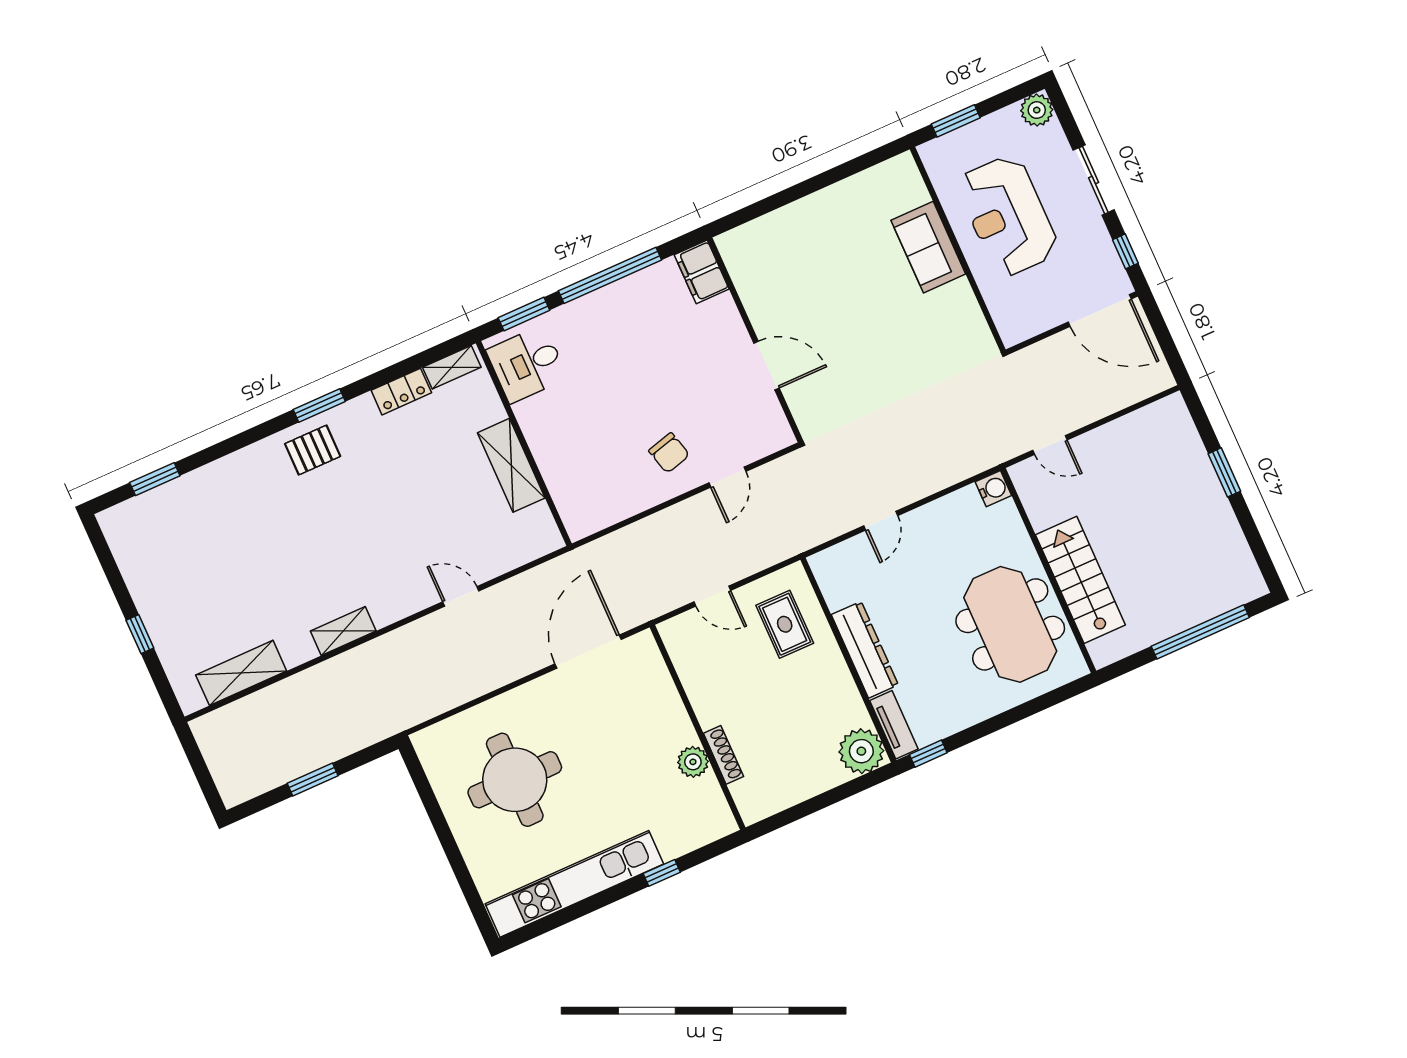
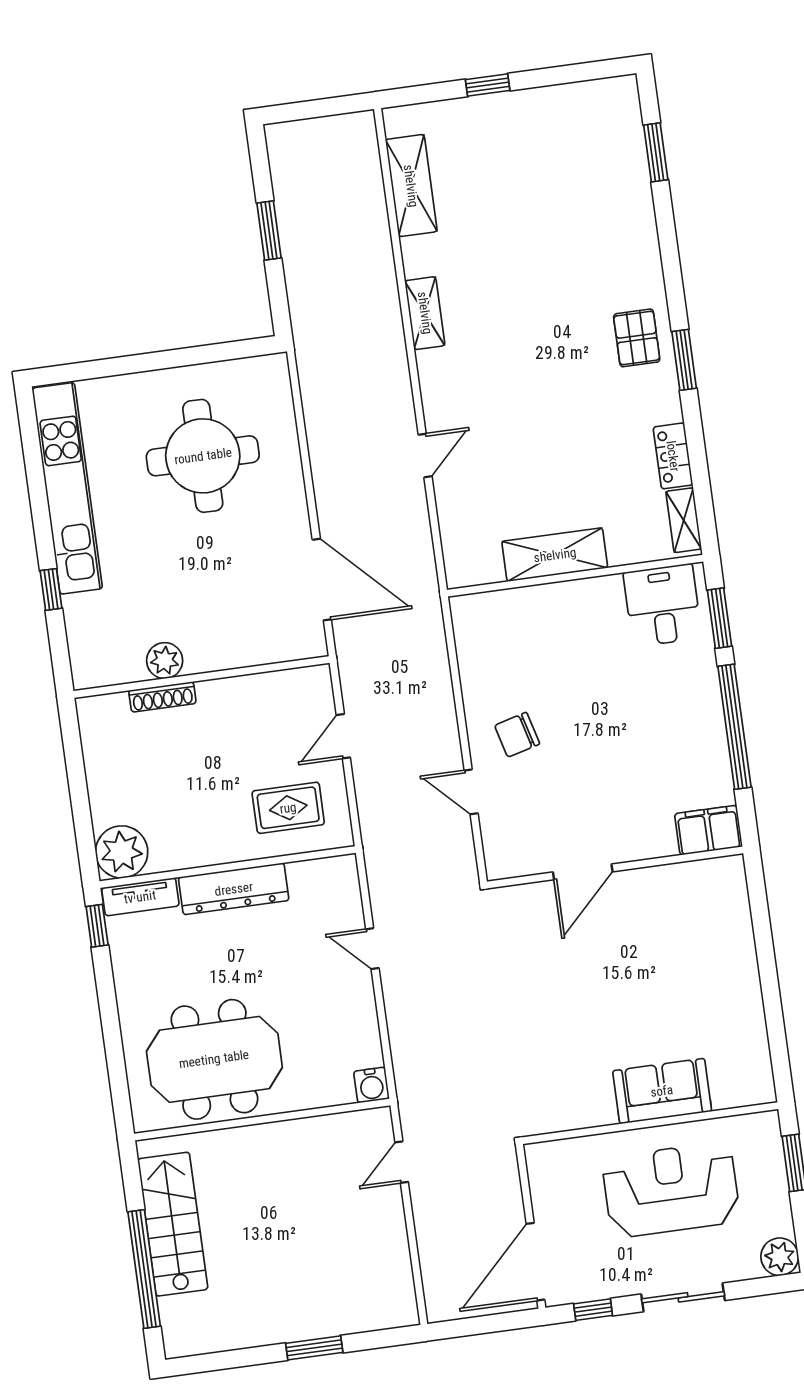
stairs: (1080, 580) -> (173, 1224), moved, turned -90

